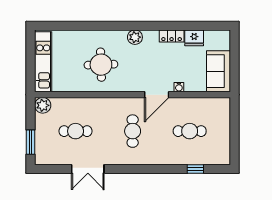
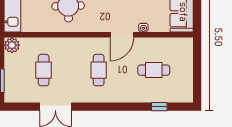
cafe table: (76, 131) -> (44, 70), turned 90

